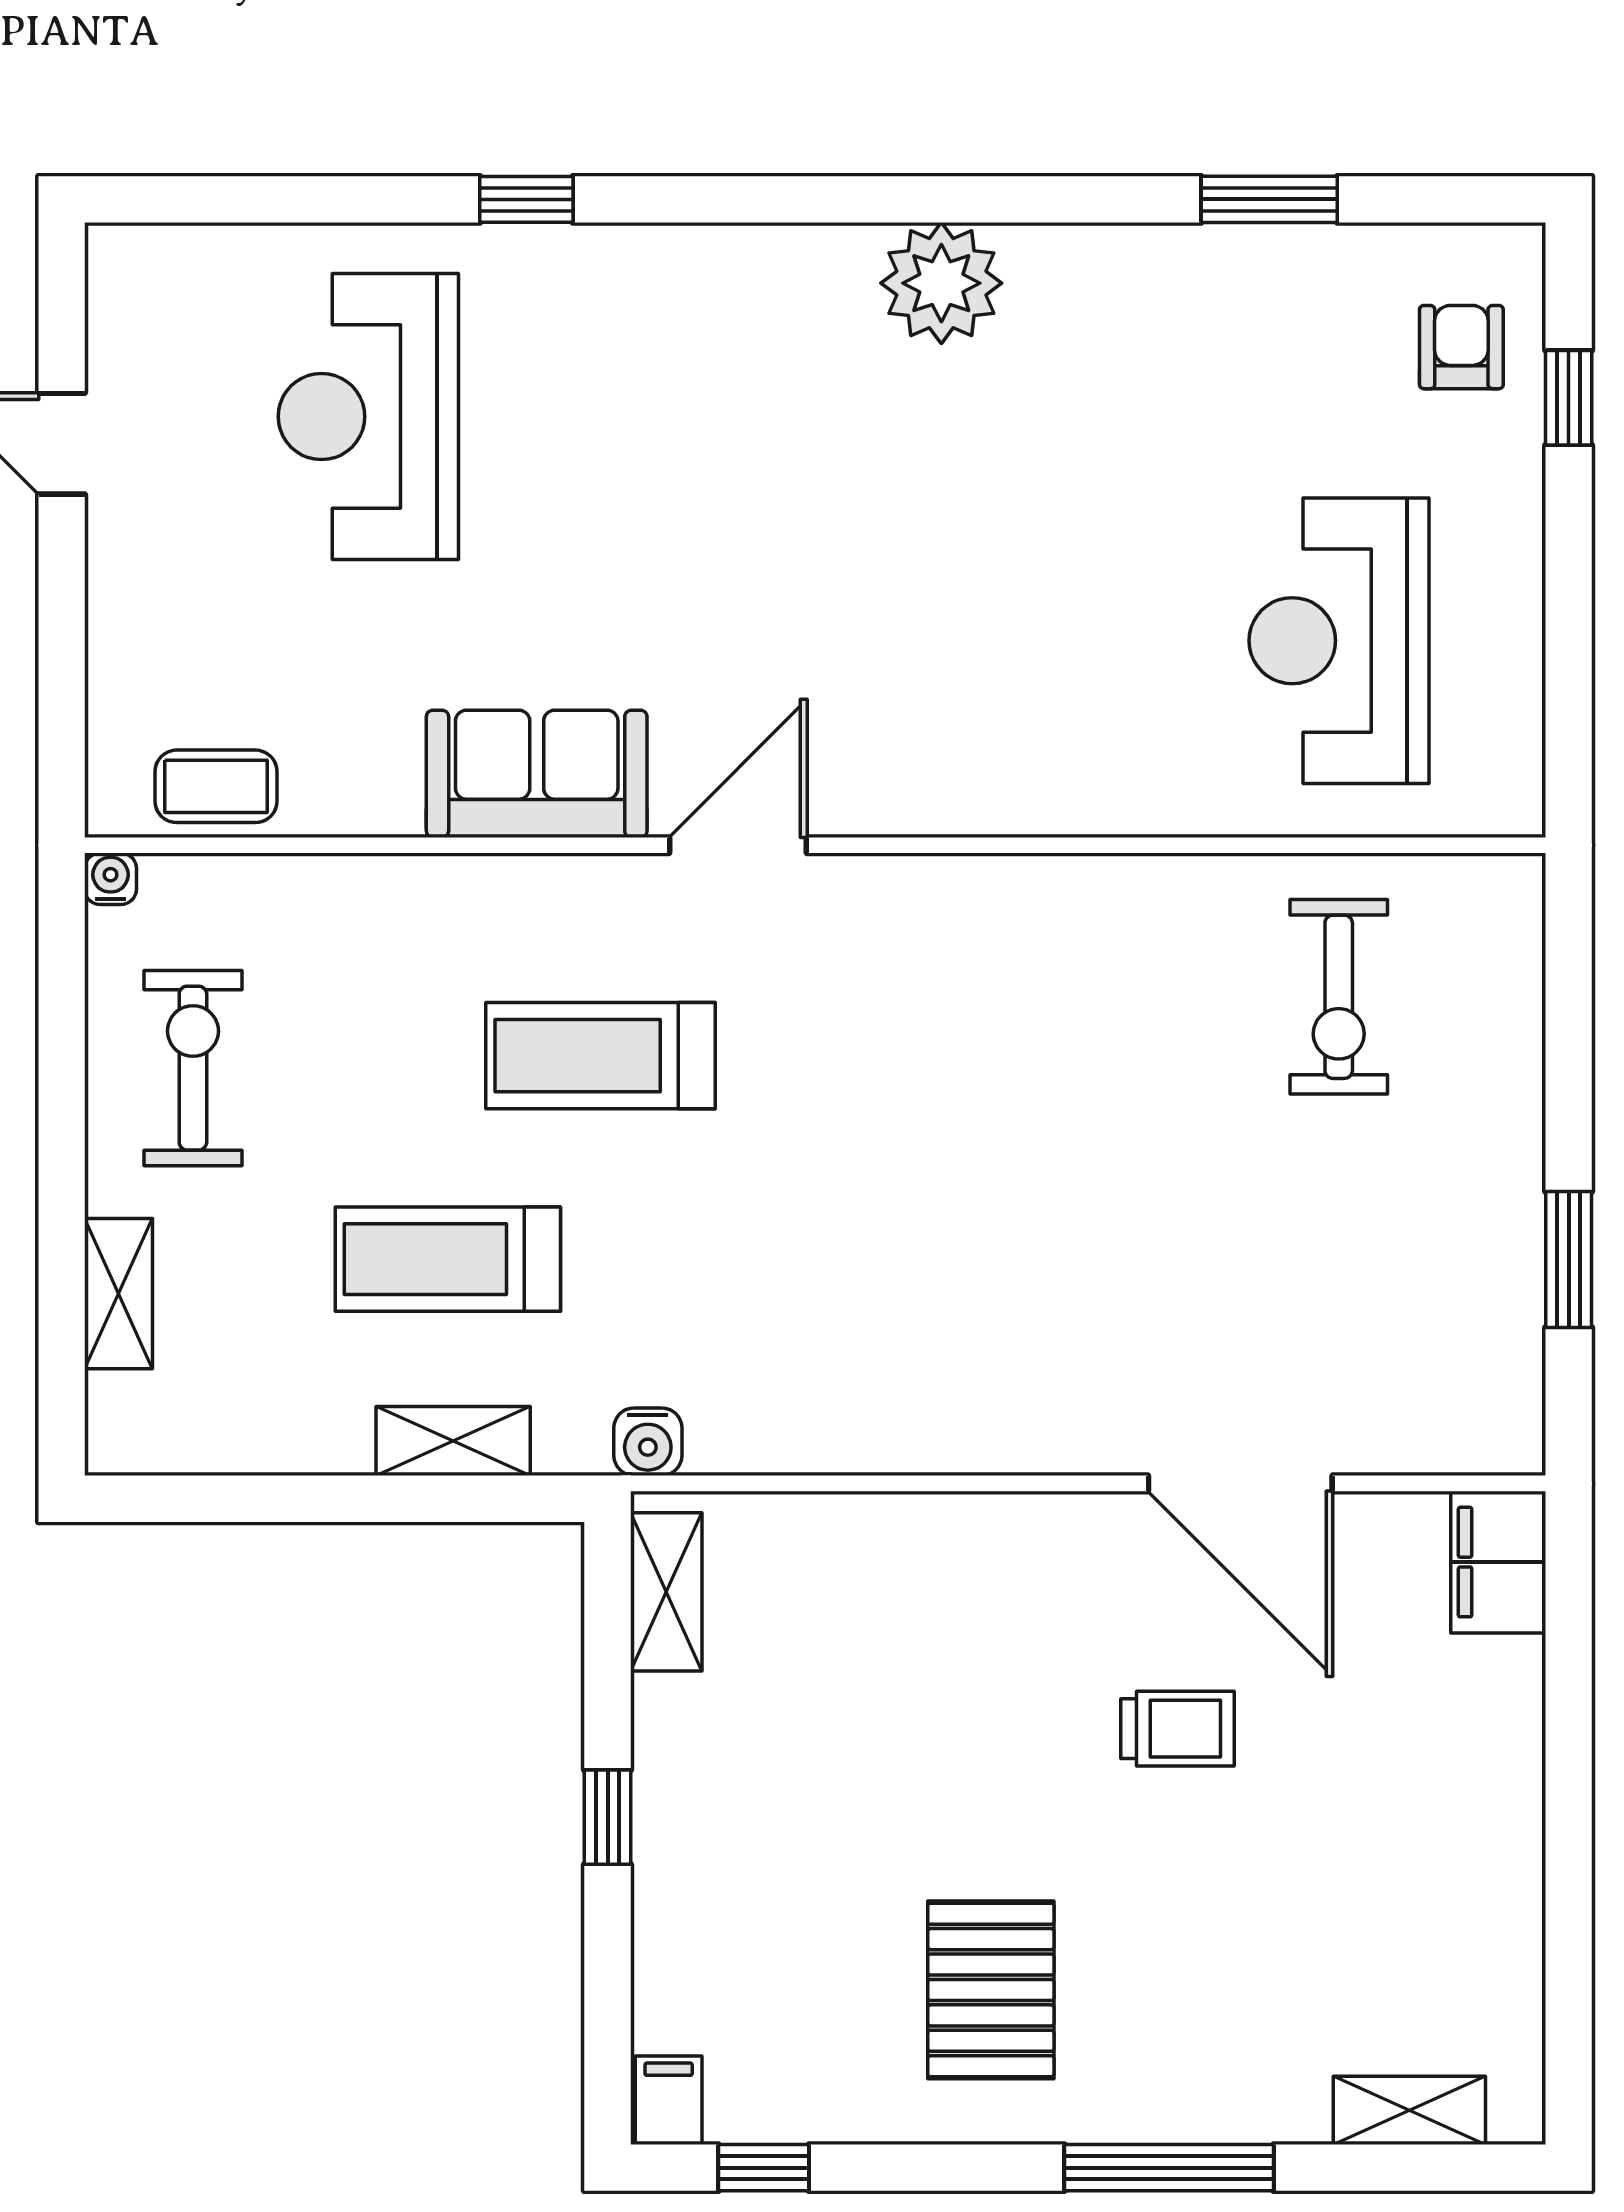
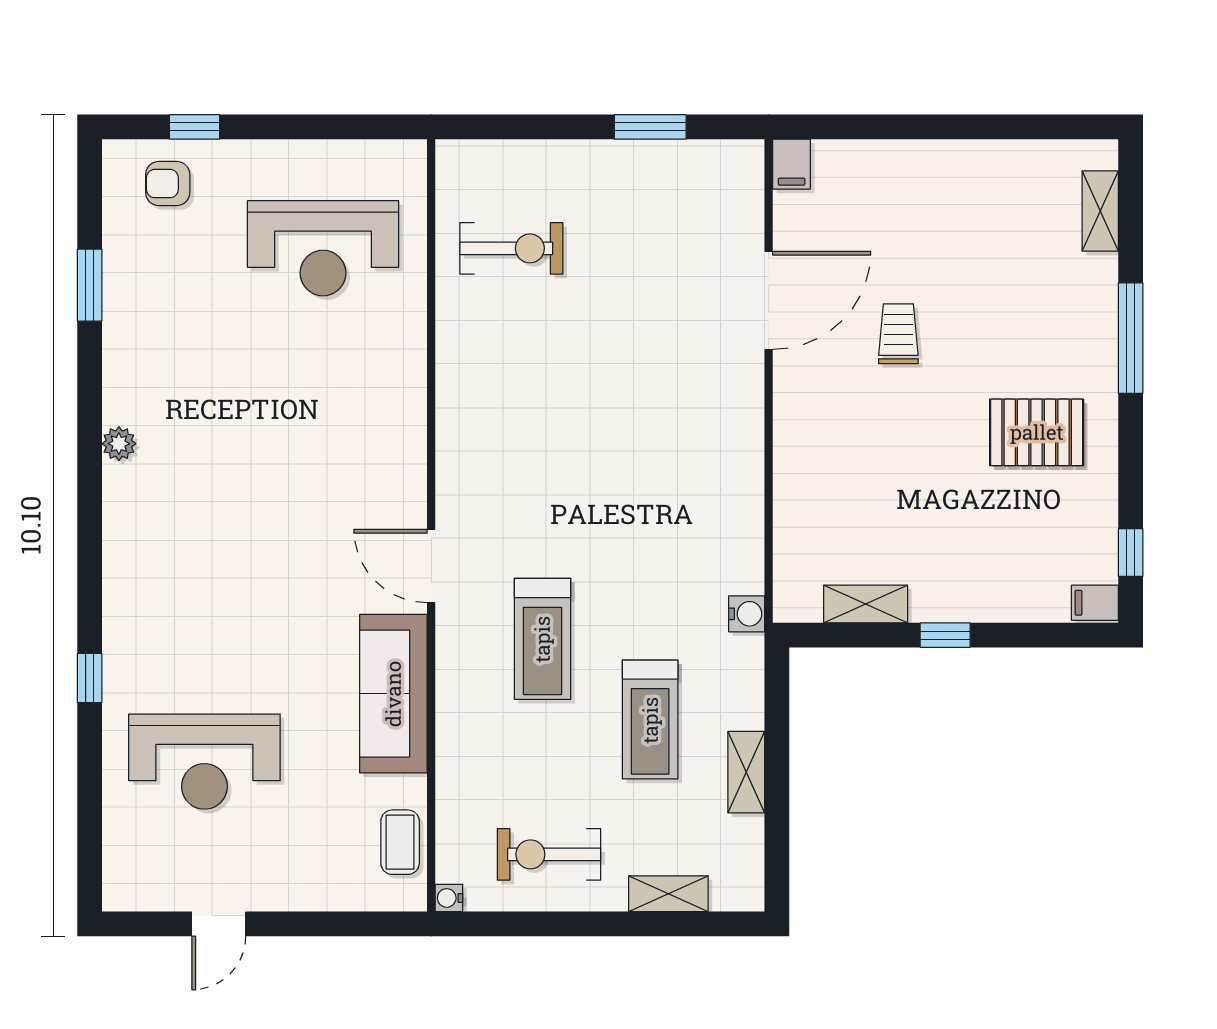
plant: (941, 283) -> (119, 444), width x0.53, depth x0.53
sofa: (537, 774) -> (393, 694), width x1.36
shelving: (453, 1441) -> (746, 772), moved
filing cabinet: (1498, 1562) -> (792, 164), width x0.50
shelving: (666, 1592) -> (866, 604), moved

